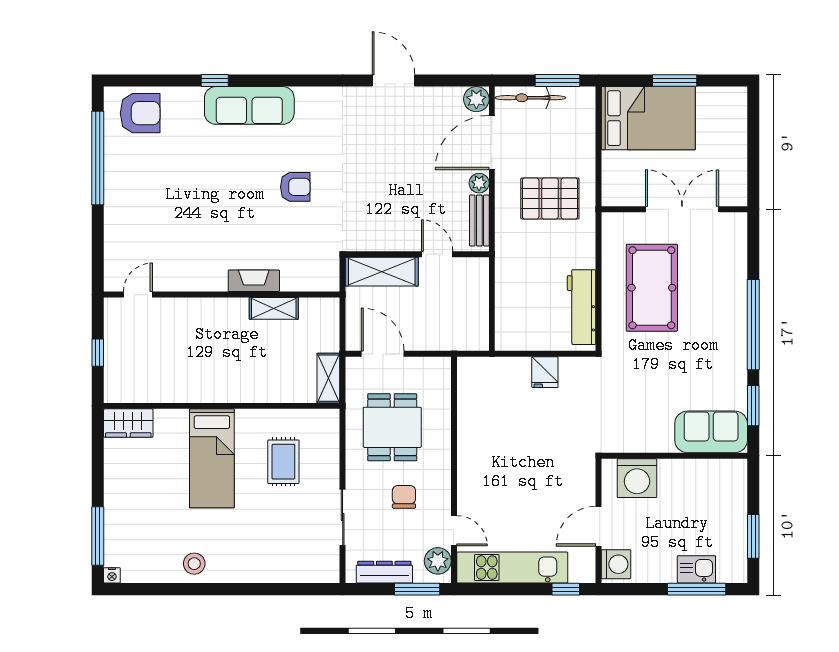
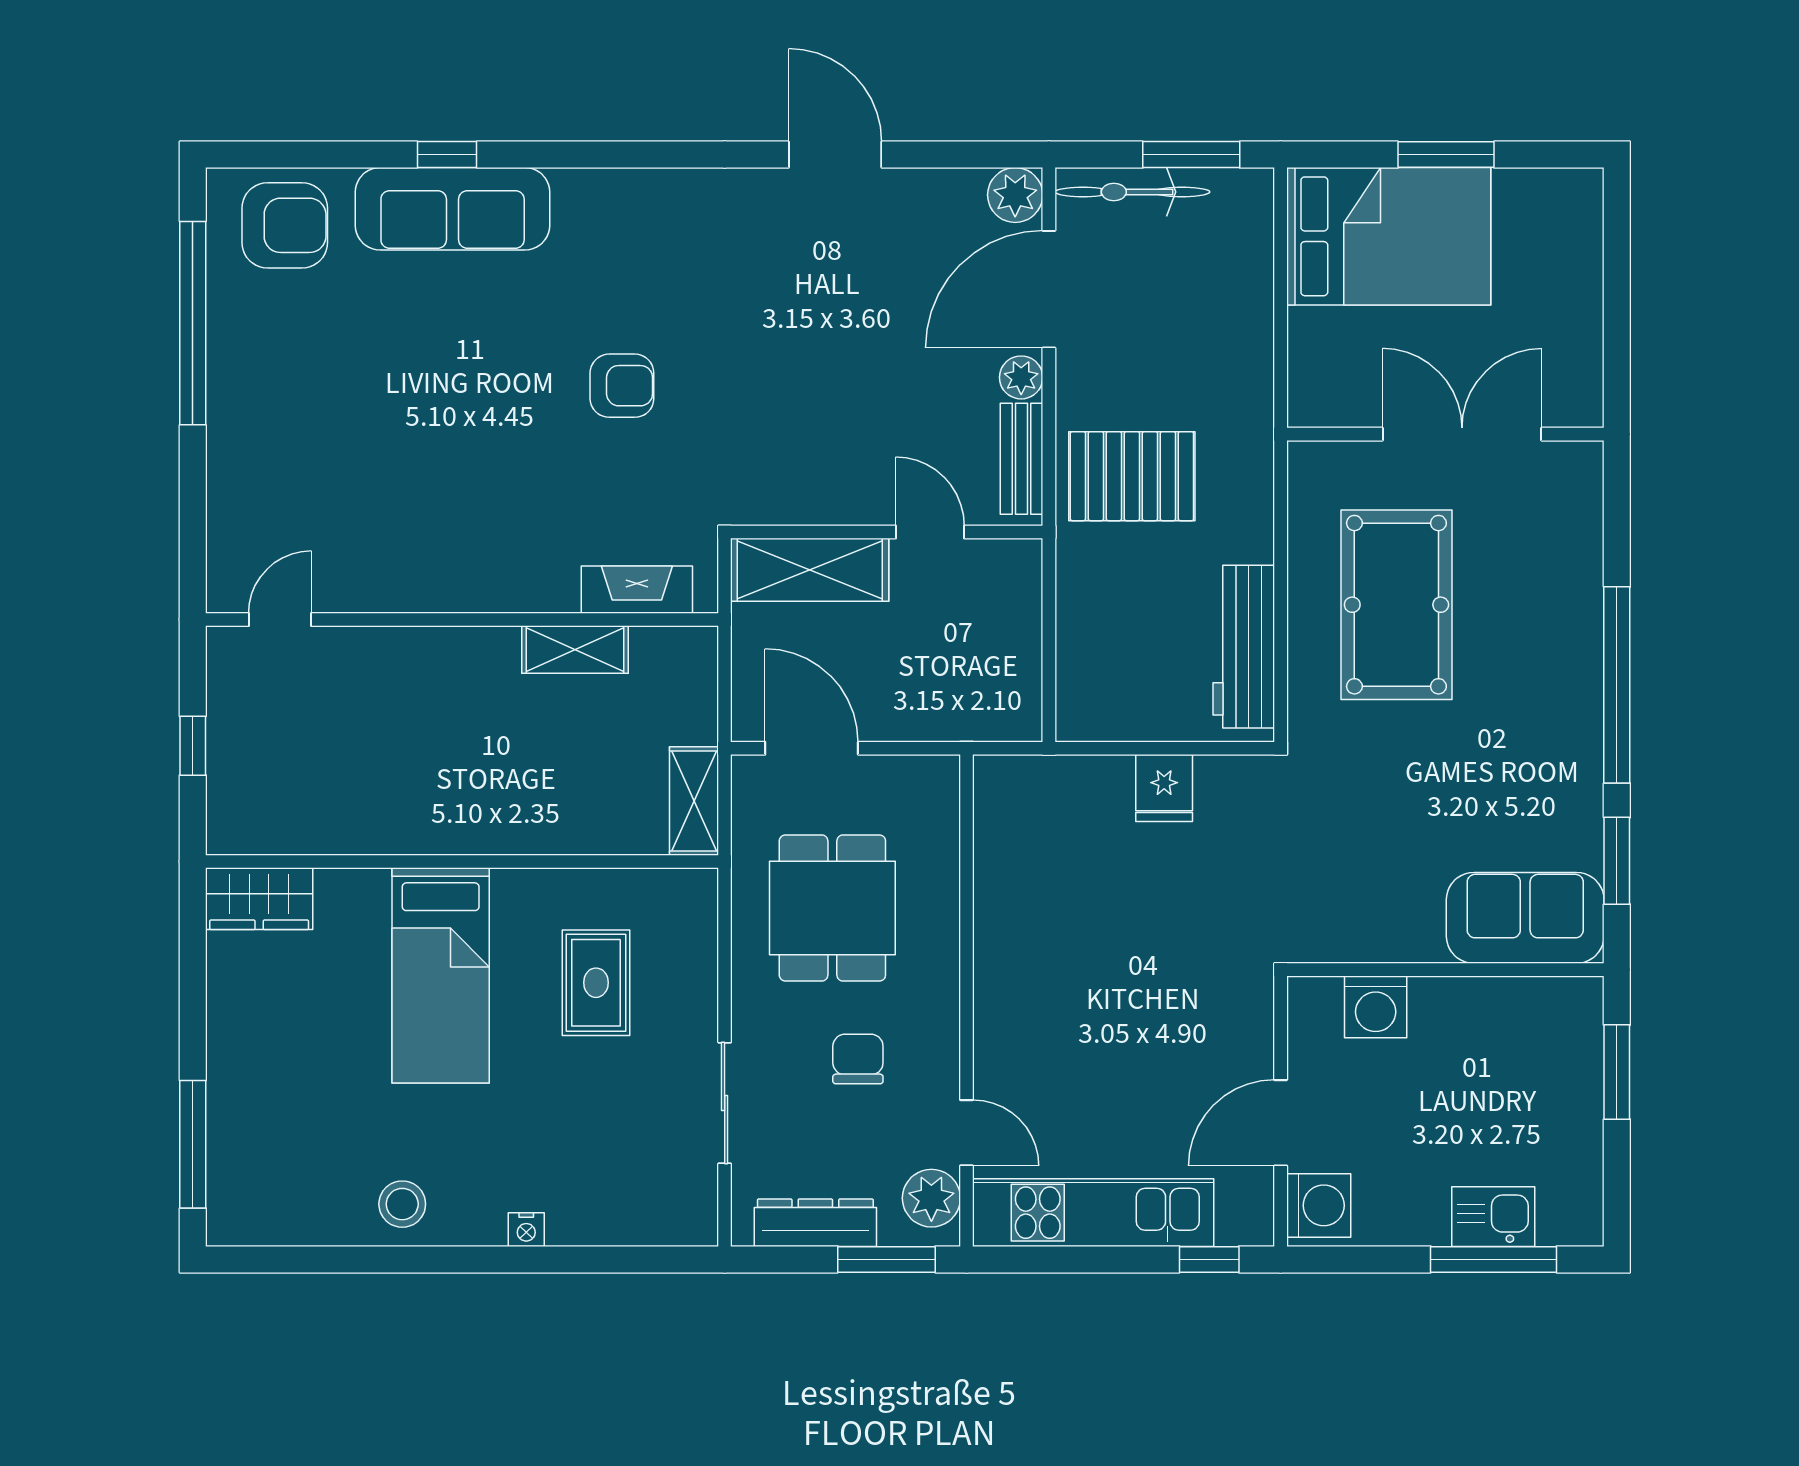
sofa: (249, 105) -> (453, 209), moved
pallet: (550, 198) -> (1132, 476), moved
fireplace: (254, 281) -> (637, 590), moved
washing machine: (637, 478) -> (1376, 1007), width x0.73, depth x0.73
window: (753, 536) -> (1617, 1072), moved
nightstand: (112, 575) -> (526, 1230), moved

